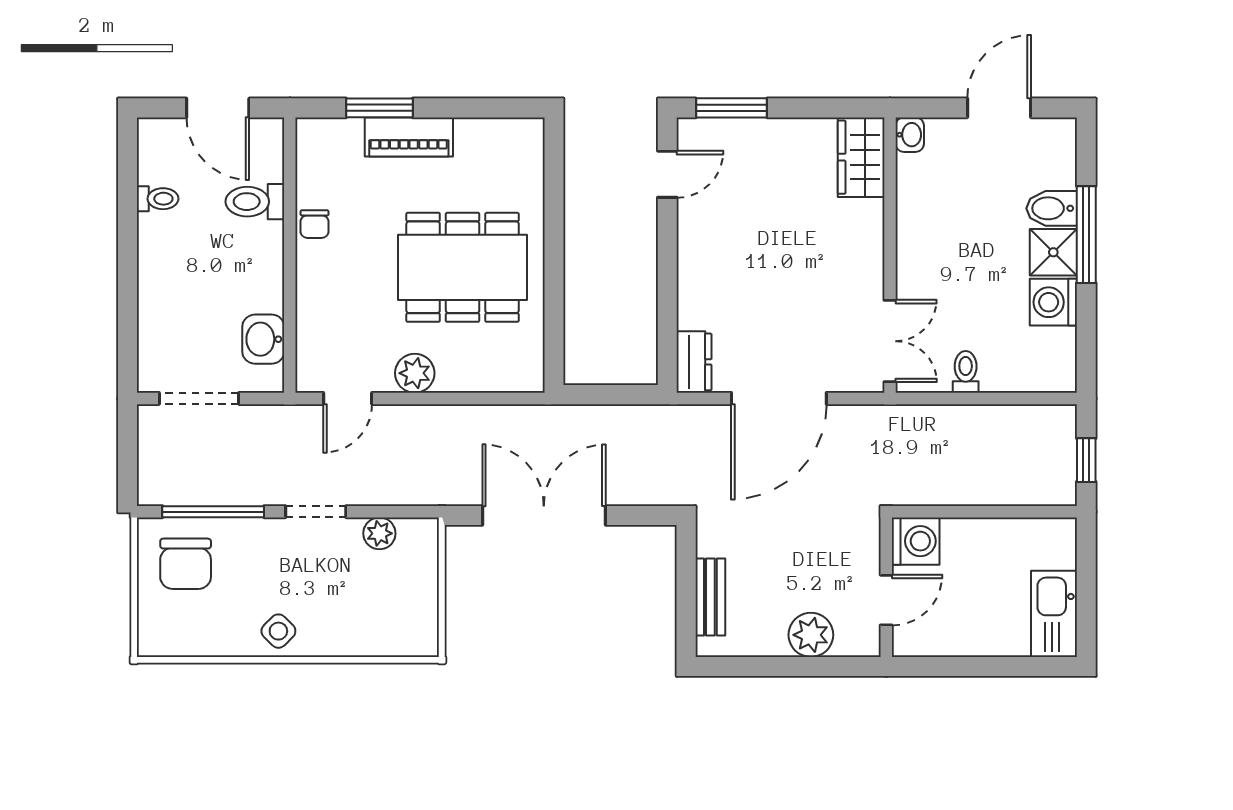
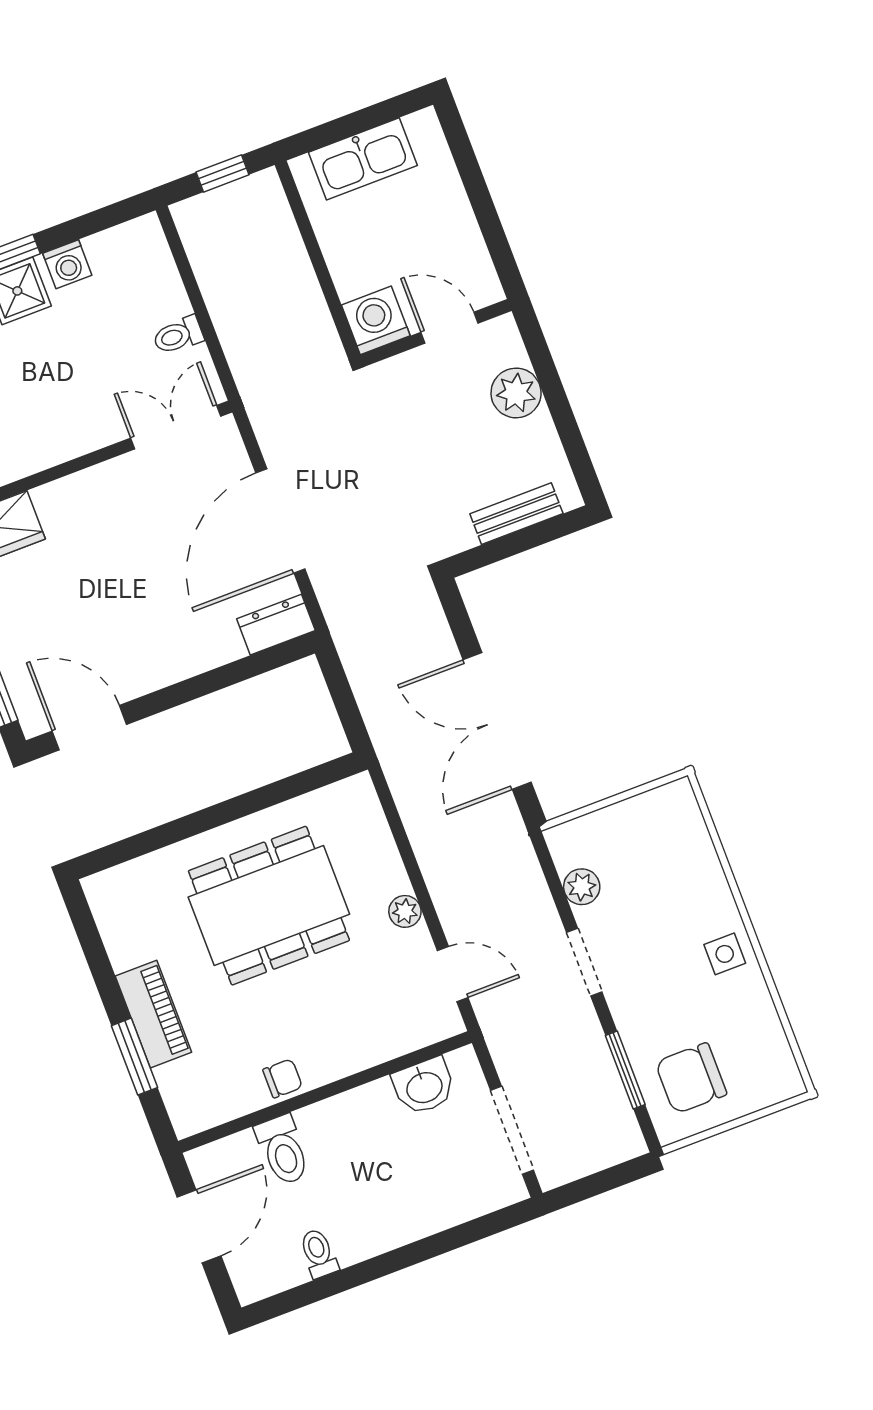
door: (667, 174) -> (89, 728), width x1.38
dining table: (463, 267) -> (269, 906), turned 90
washing machine: (1053, 302) -> (67, 264), width x0.73, depth x0.73
plant: (415, 373) -> (405, 911), width x0.73, depth x0.73
door: (779, 398) -> (280, 521), swing flipped
window: (213, 512) -> (625, 1070), width x0.69
chair: (186, 564) -> (691, 1078), turned 180
kitchen sink: (1054, 614) -> (363, 159), moved
side table: (278, 631) -> (725, 954), turned 45

